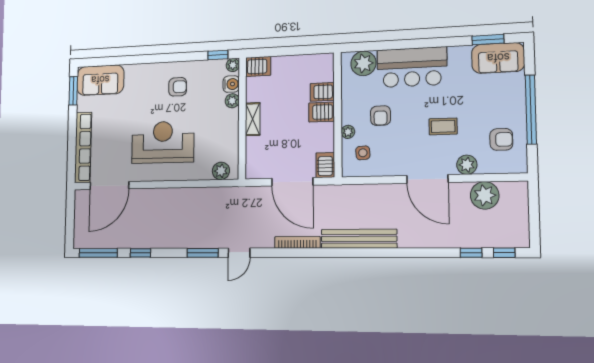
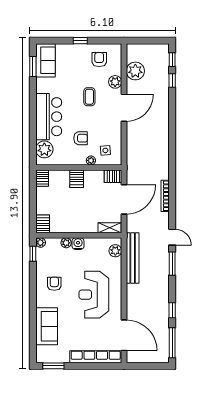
sofa: (100, 80) -> (47, 326), moved
water cooler: (231, 84) -> (78, 244), moved
server rack: (322, 92) -> (42, 178), moved
window: (531, 109) -> (80, 41), width x0.32
shelving: (253, 119) -> (110, 228), moved
bench: (359, 239) -> (133, 258), moved

